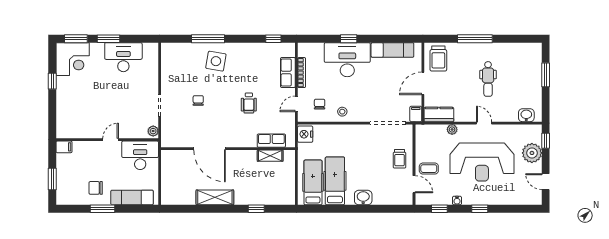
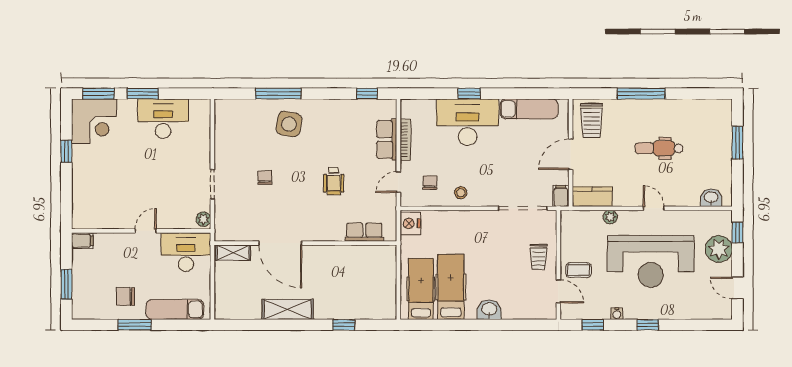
dental chair: (488, 79) -> (659, 148), turned 90
shelving: (270, 156) -> (233, 253), moved

